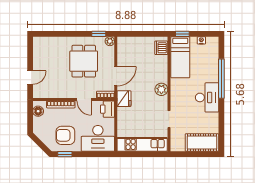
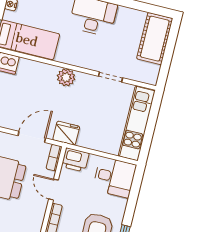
door: (116, 76) -> (32, 137), hinge flipped
door: (84, 99) -> (54, 190), swing flipped
desk: (98, 138) -> (114, 177), width x0.73

